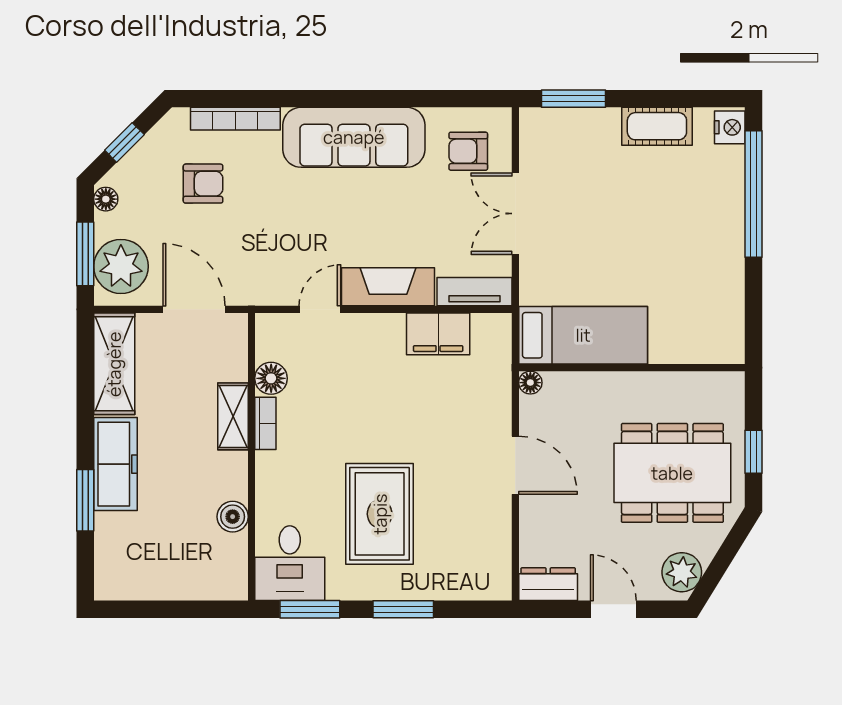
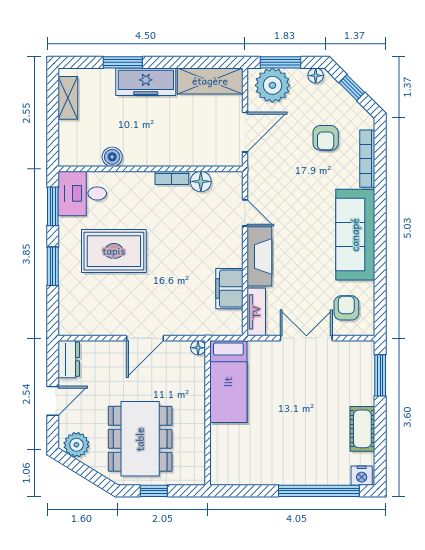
shelving: (233, 416) -> (68, 98), moved, turned 90

